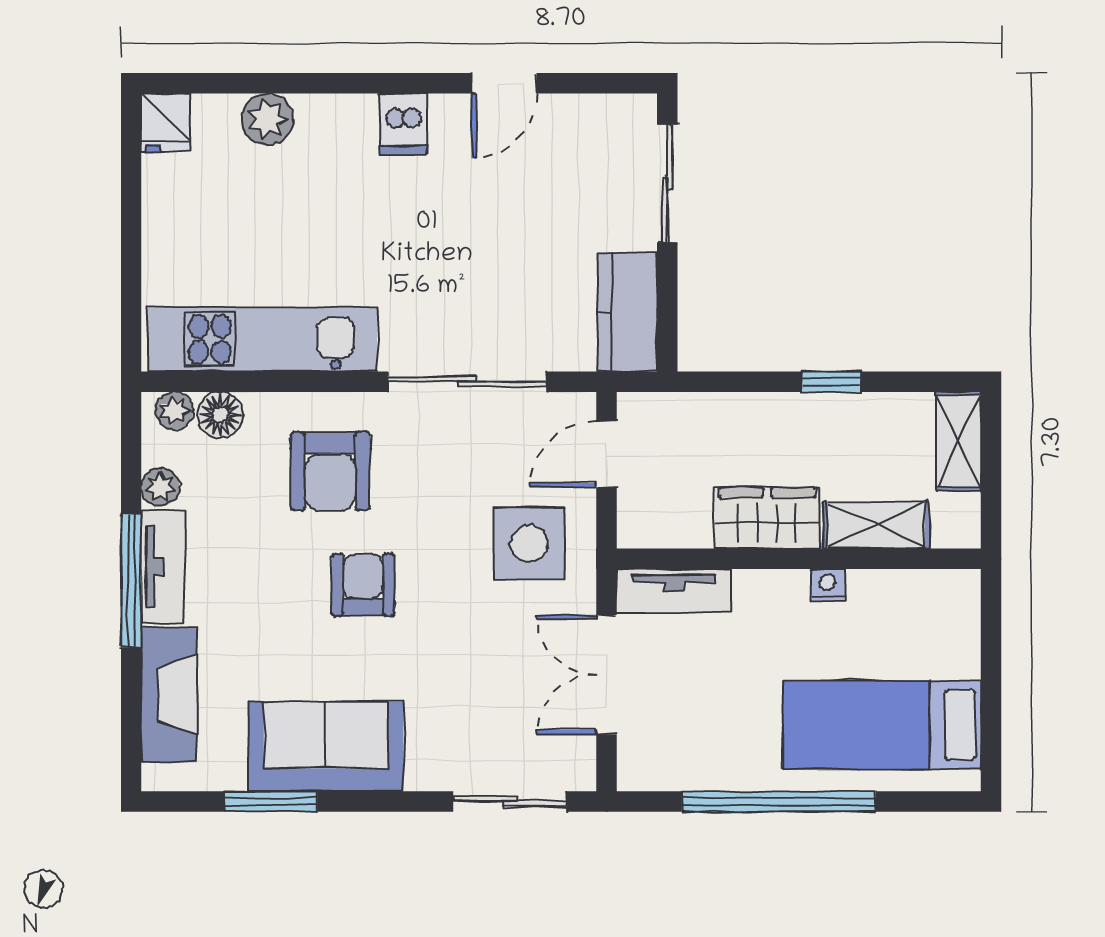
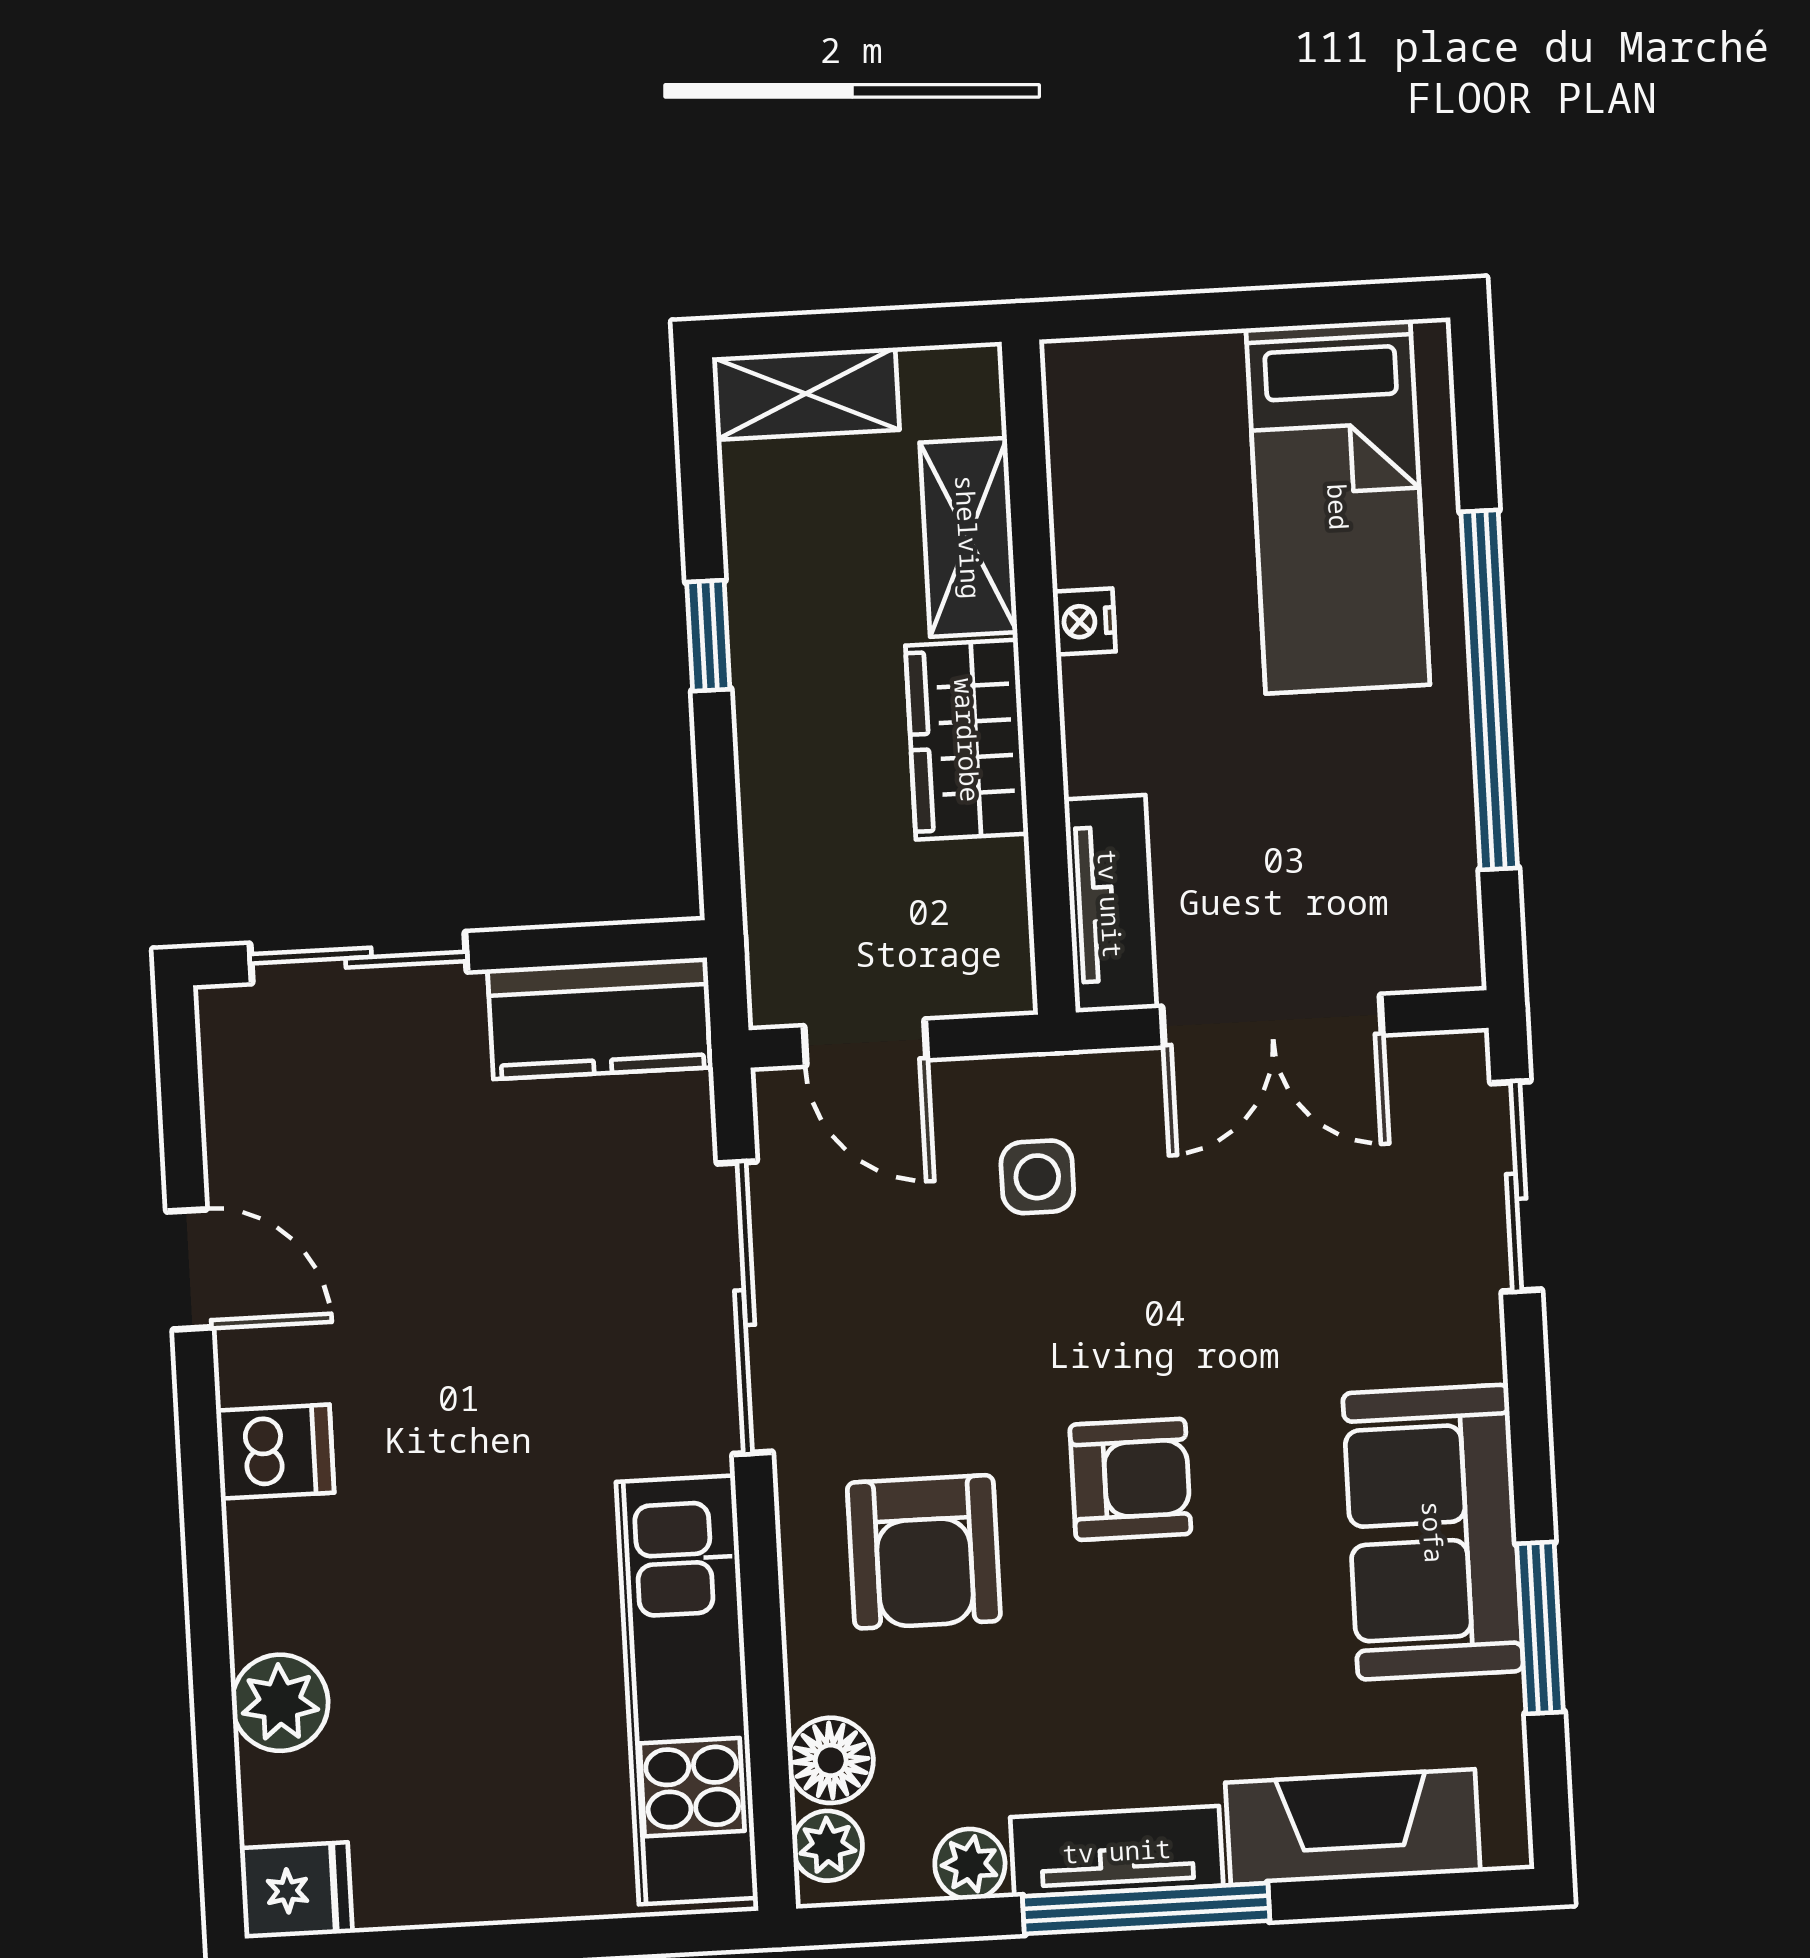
armchair: (330, 471) -> (924, 1552), turned 90
side table: (529, 543) -> (1037, 1177), width x0.54, depth x0.54
armchair: (363, 585) -> (1130, 1479), turned 180

